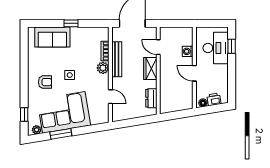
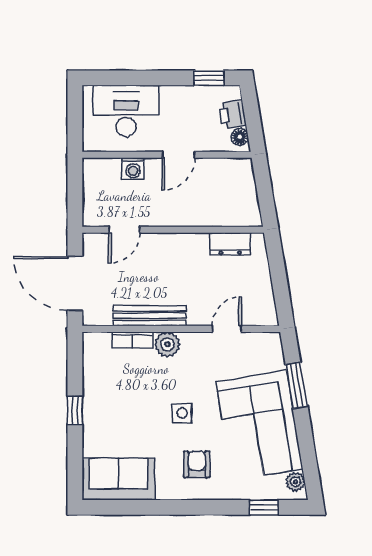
sofa: (52, 37) -> (118, 479), moved, turned -90
window: (232, 46) -> (209, 78), moved
wardrobe: (150, 69) -> (169, 246), removed
window: (61, 134) -> (297, 385), moved

